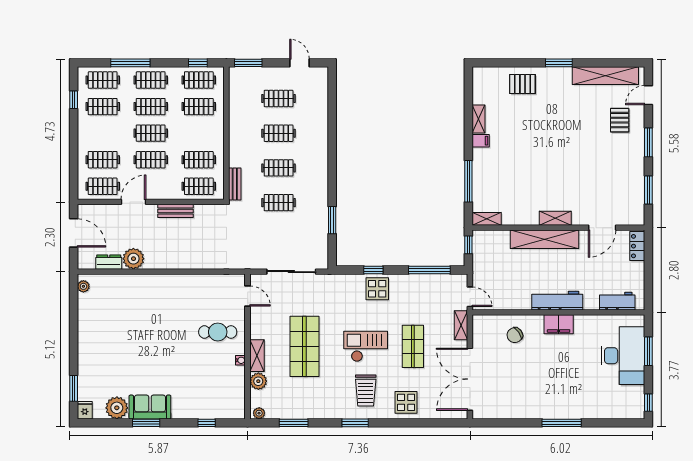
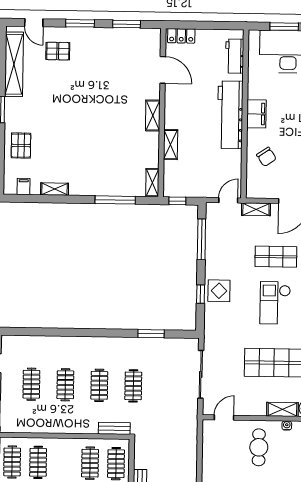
filing cabinet: (481, 141) -> (24, 187), moved
shelving: (544, 239) -> (171, 145), width x0.45, depth x0.75
workbench: (557, 301) -> (230, 115), width x1.36, depth x1.32

